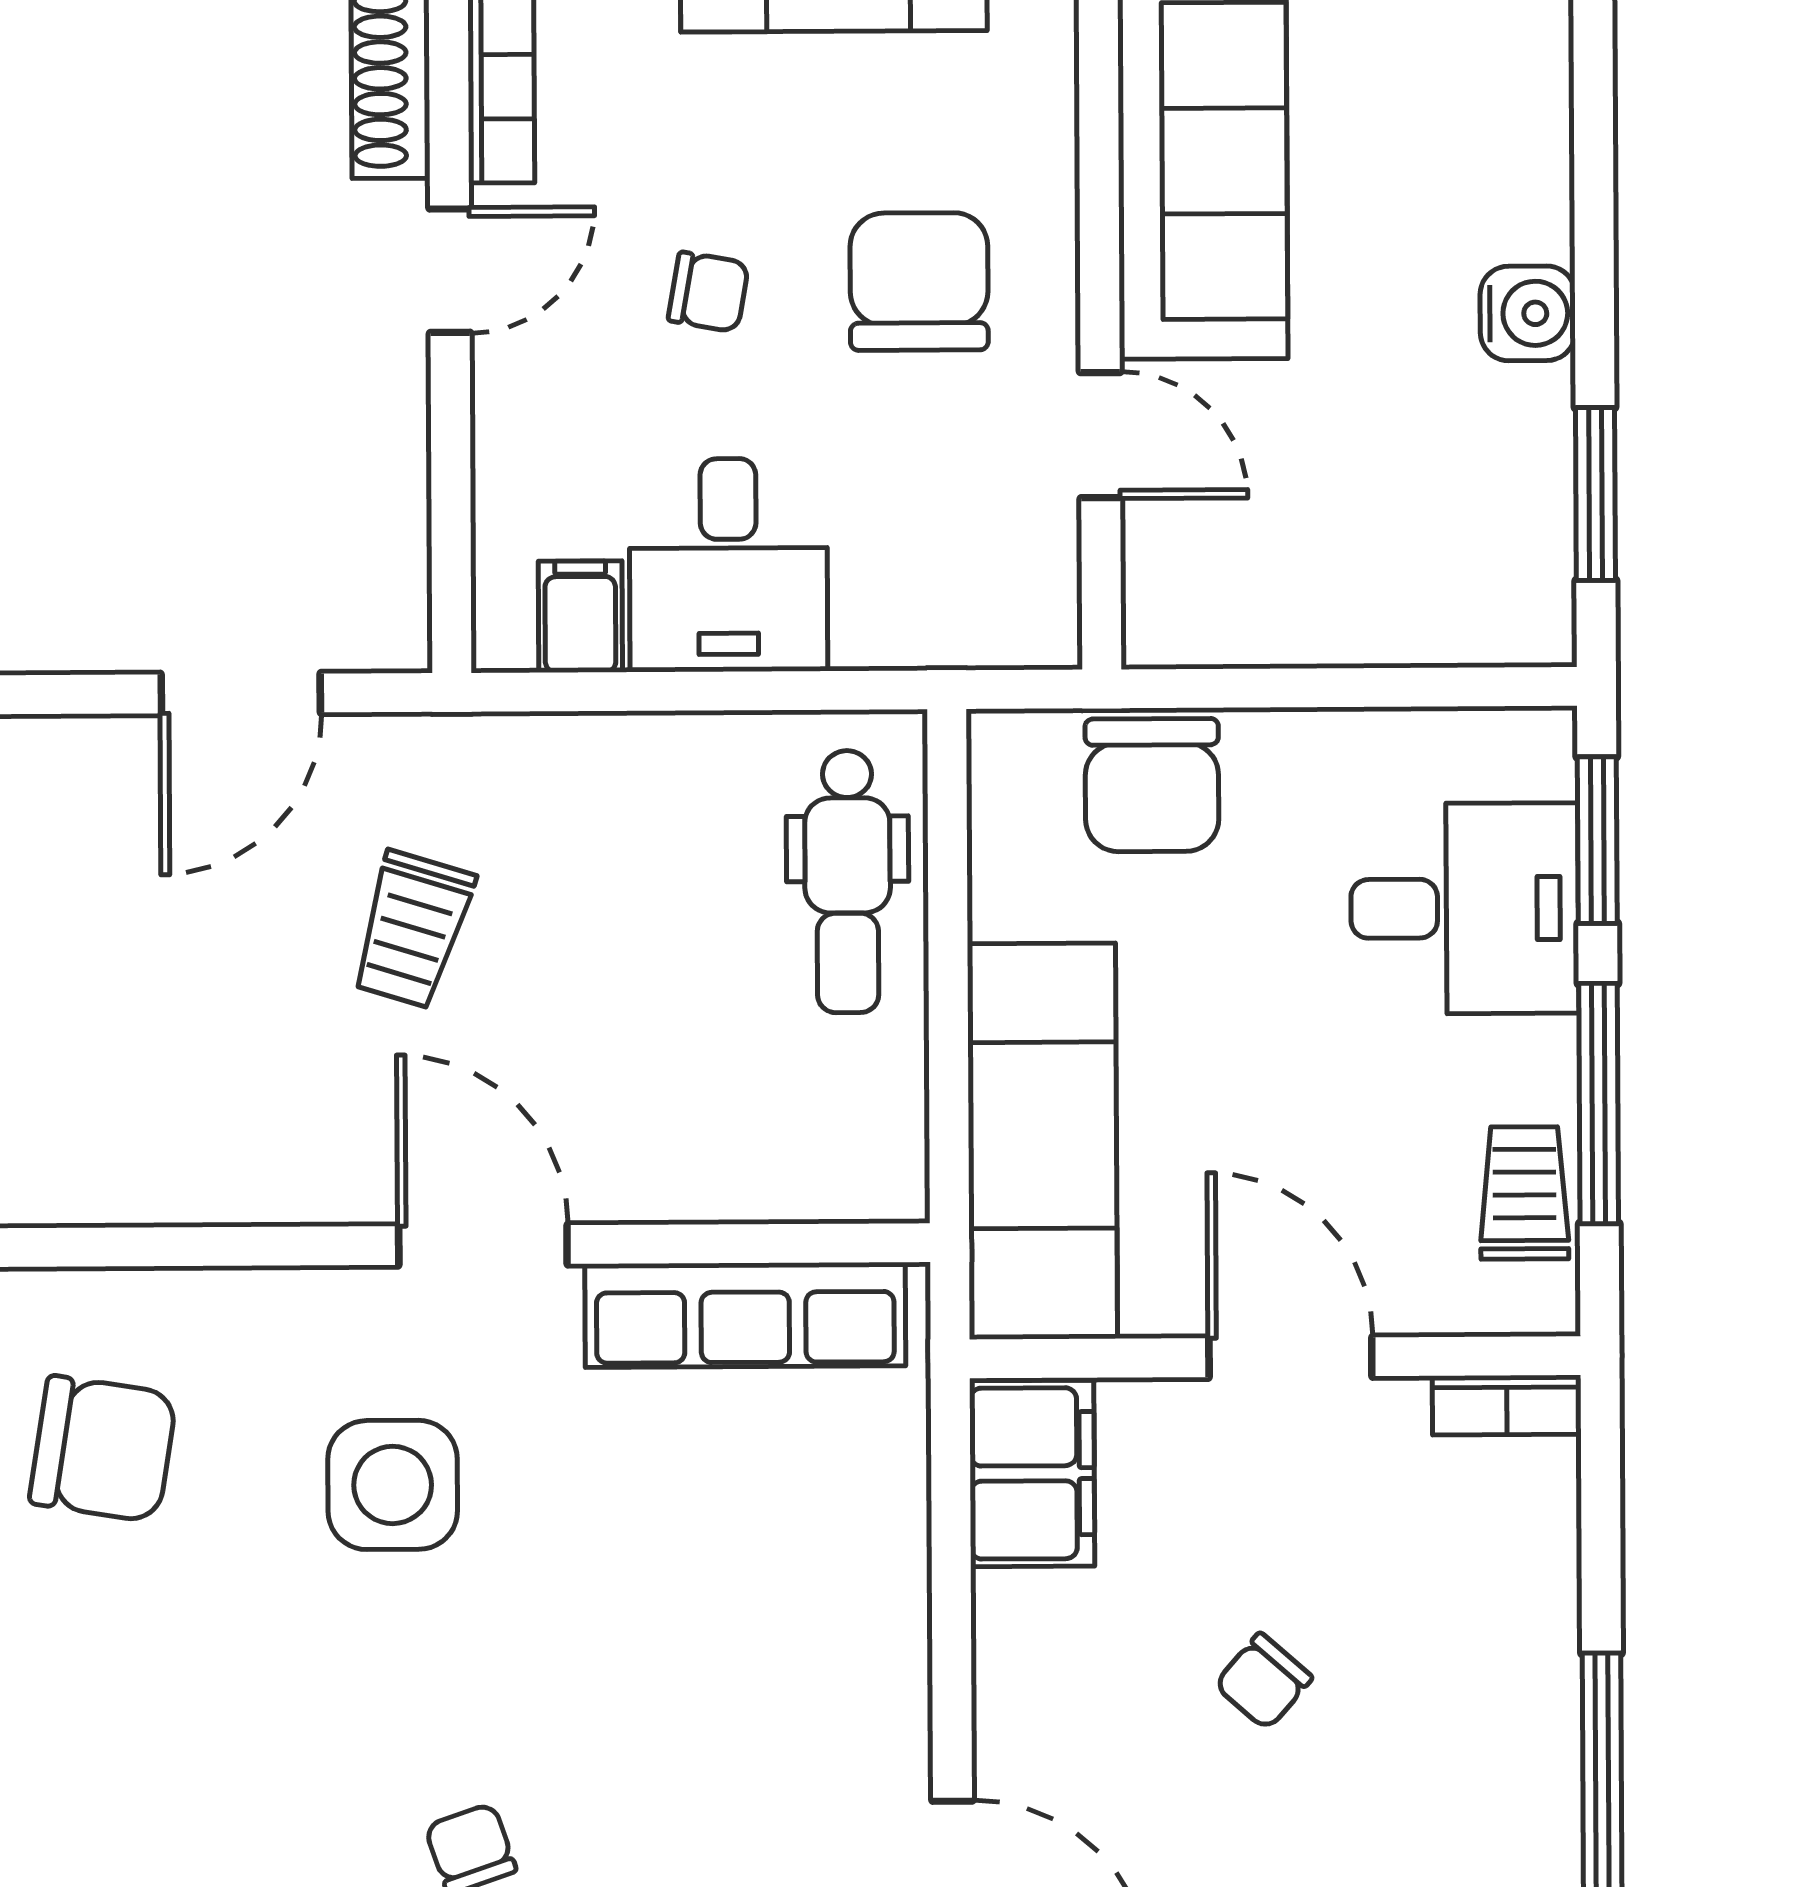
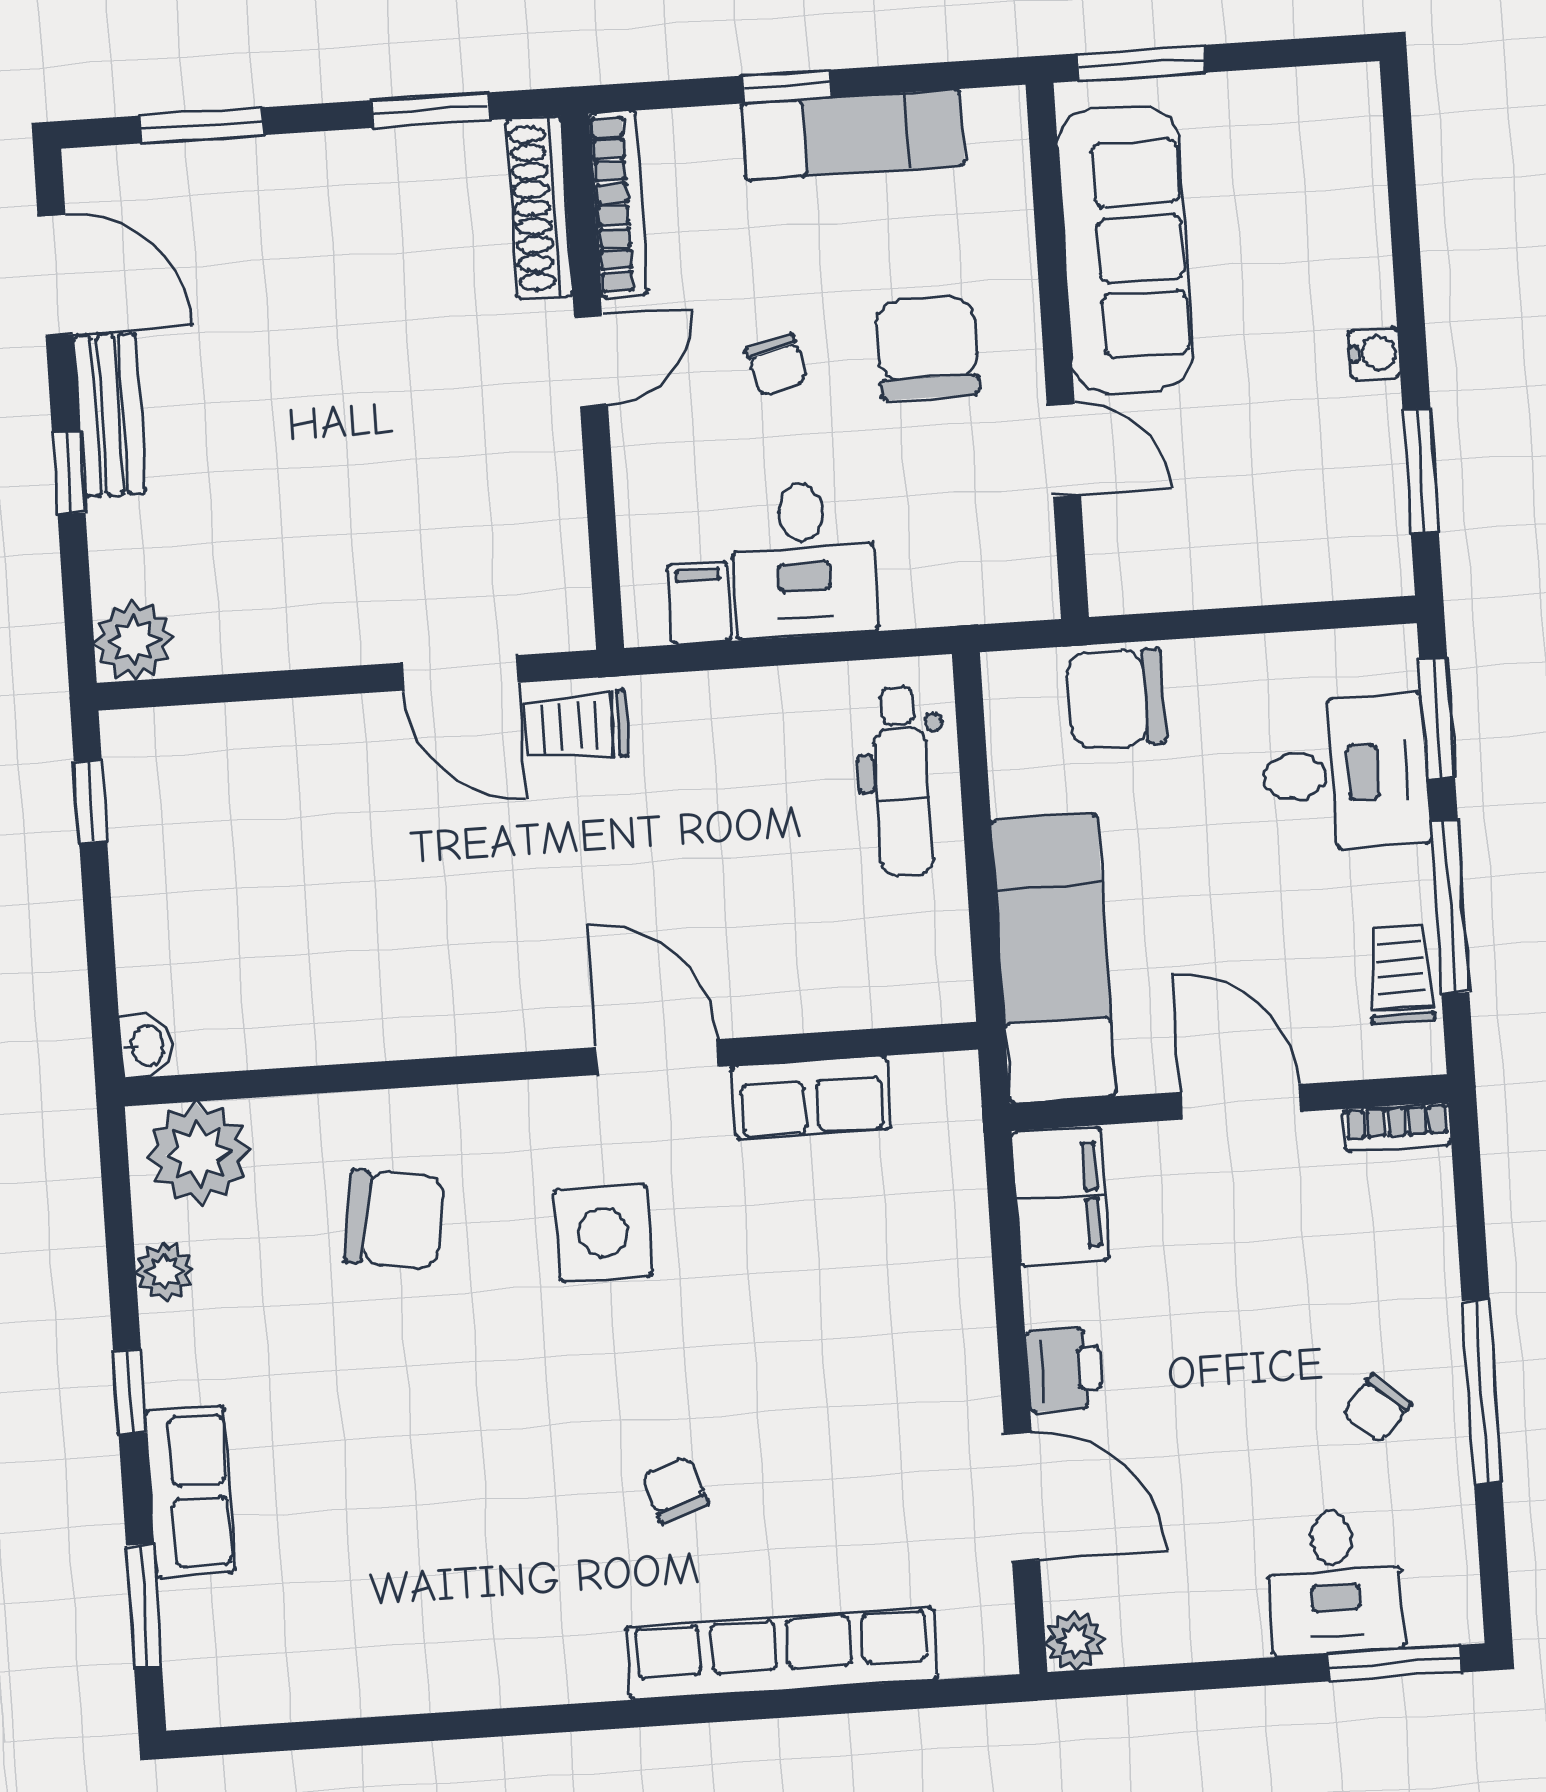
chair: (708, 292) -> (777, 365), turned 65
water cooler: (1528, 313) -> (1374, 353), width x0.72, depth x0.72
door: (241, 693) -> (460, 673), hinge flipped
chair: (1152, 785) -> (1116, 698), turned 90
trolley: (412, 930) -> (576, 726), moved, turned 73
row of seats: (745, 1315) -> (811, 1098), width x0.68
chair: (1263, 1681) -> (1377, 1408), moved
printer: (1022, 1715) -> (1064, 1370), added

